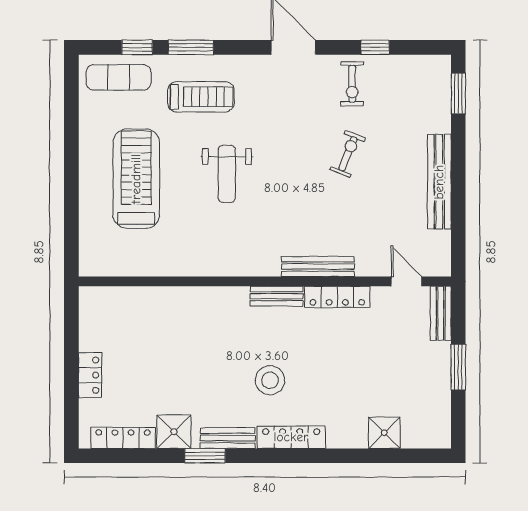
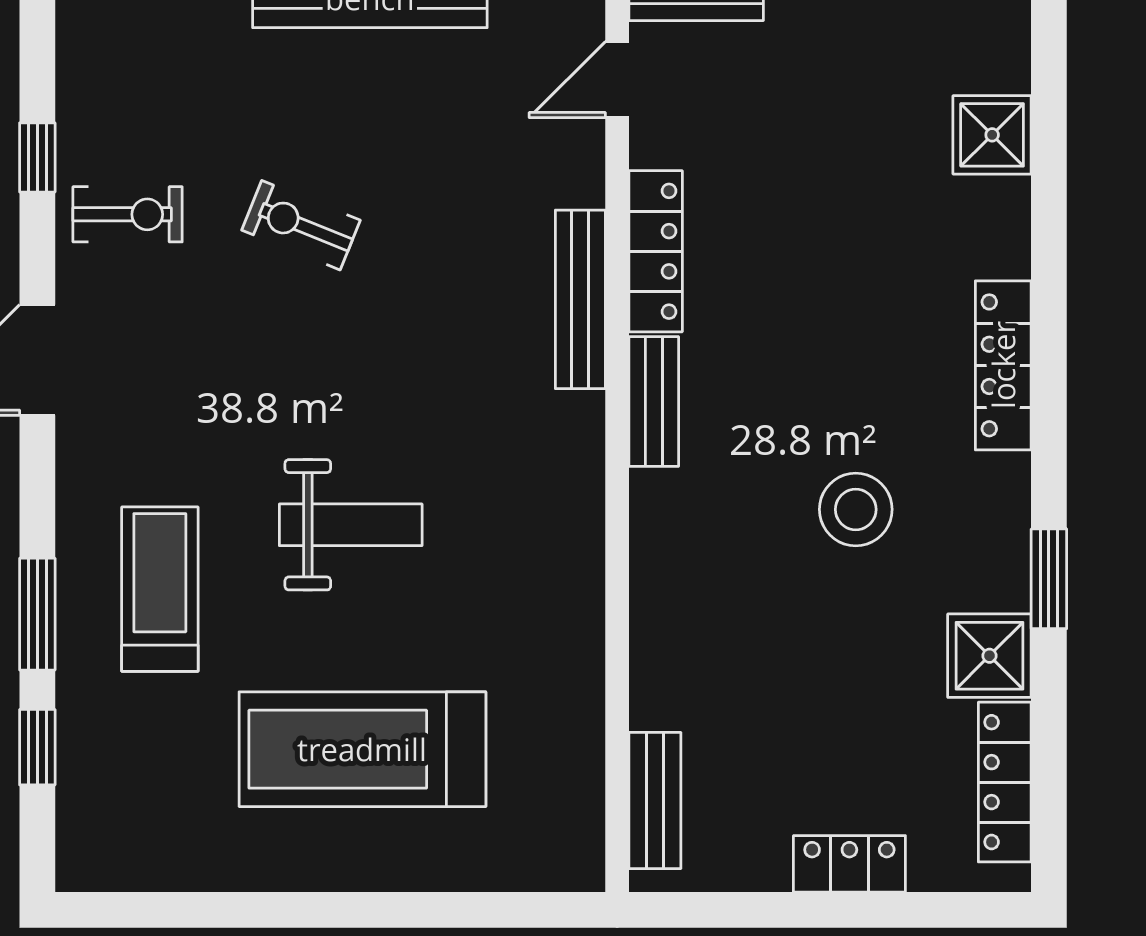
exercise mat: (119, 77) -> (112, 793), removed
stool: (270, 380) -> (856, 509), moved
bench: (228, 438) -> (655, 801), moved

